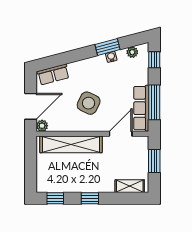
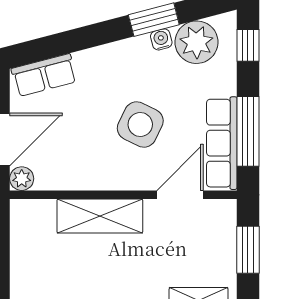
plant: (132, 52) -> (197, 42), width x1.88, depth x1.88
side table: (89, 103) -> (140, 124), moved
shelving: (71, 144) -> (100, 216), width x0.68

